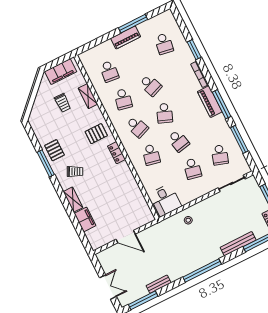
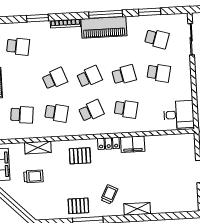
piano: (210, 102) -> (104, 27), width x1.37, depth x1.33
school desk: (165, 113) -> (89, 77), turned -42
pallet: (96, 134) -> (80, 156), turned 90
window: (239, 139) -> (150, 12), width x0.69
filing cabinet: (85, 219) -> (133, 144), moved, turned 180

